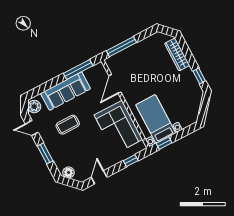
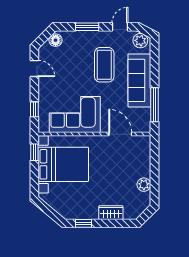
plant: (144, 45) -> (144, 185), added
window: (121, 47) -> (154, 161), removed
wardrobe: (177, 54) -> (111, 213), width x0.67
bed with nightstands: (156, 119) -> (63, 164), width x1.36
coffee table: (68, 125) -> (104, 65), width x1.36, depth x1.32

